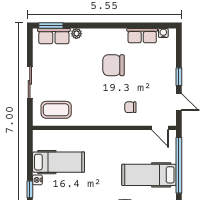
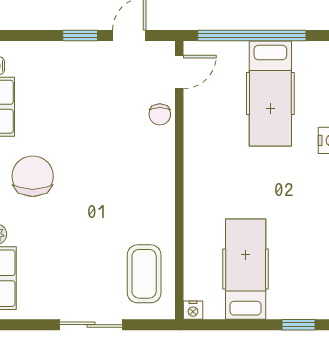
chair: (114, 65) -> (33, 176), moved, turned 180
chair: (130, 107) -> (160, 114), moved
nightstand: (37, 180) -> (193, 310), moved

